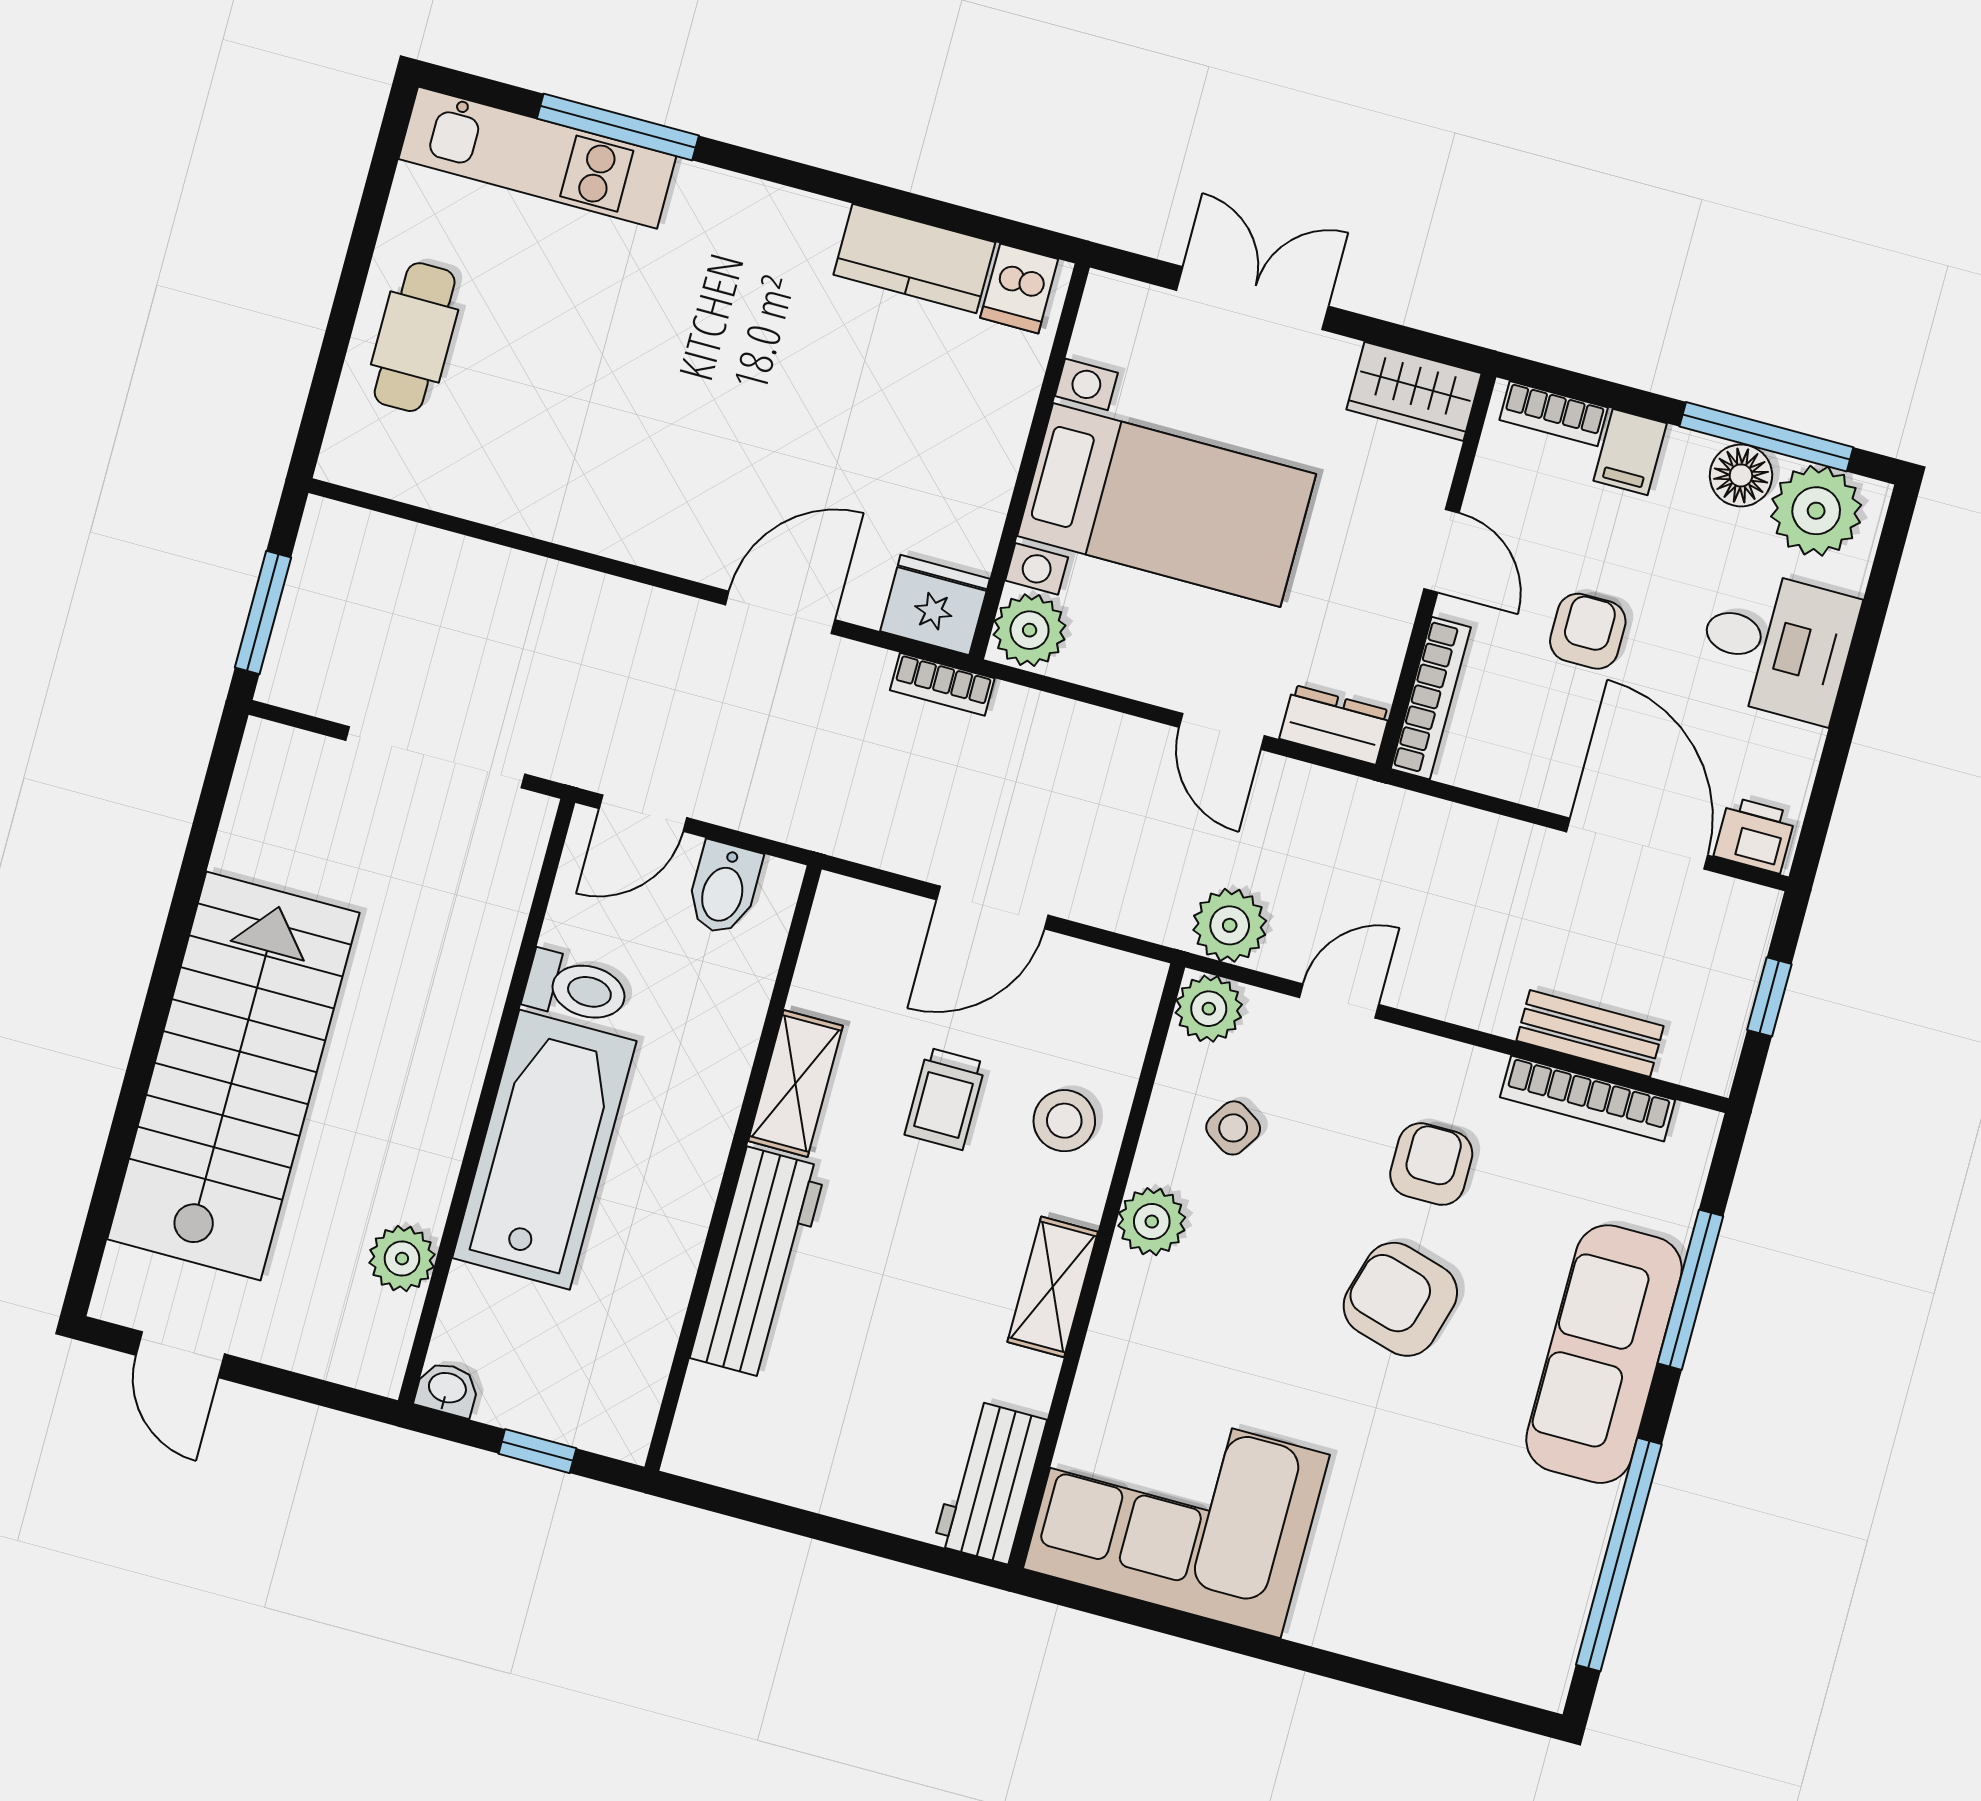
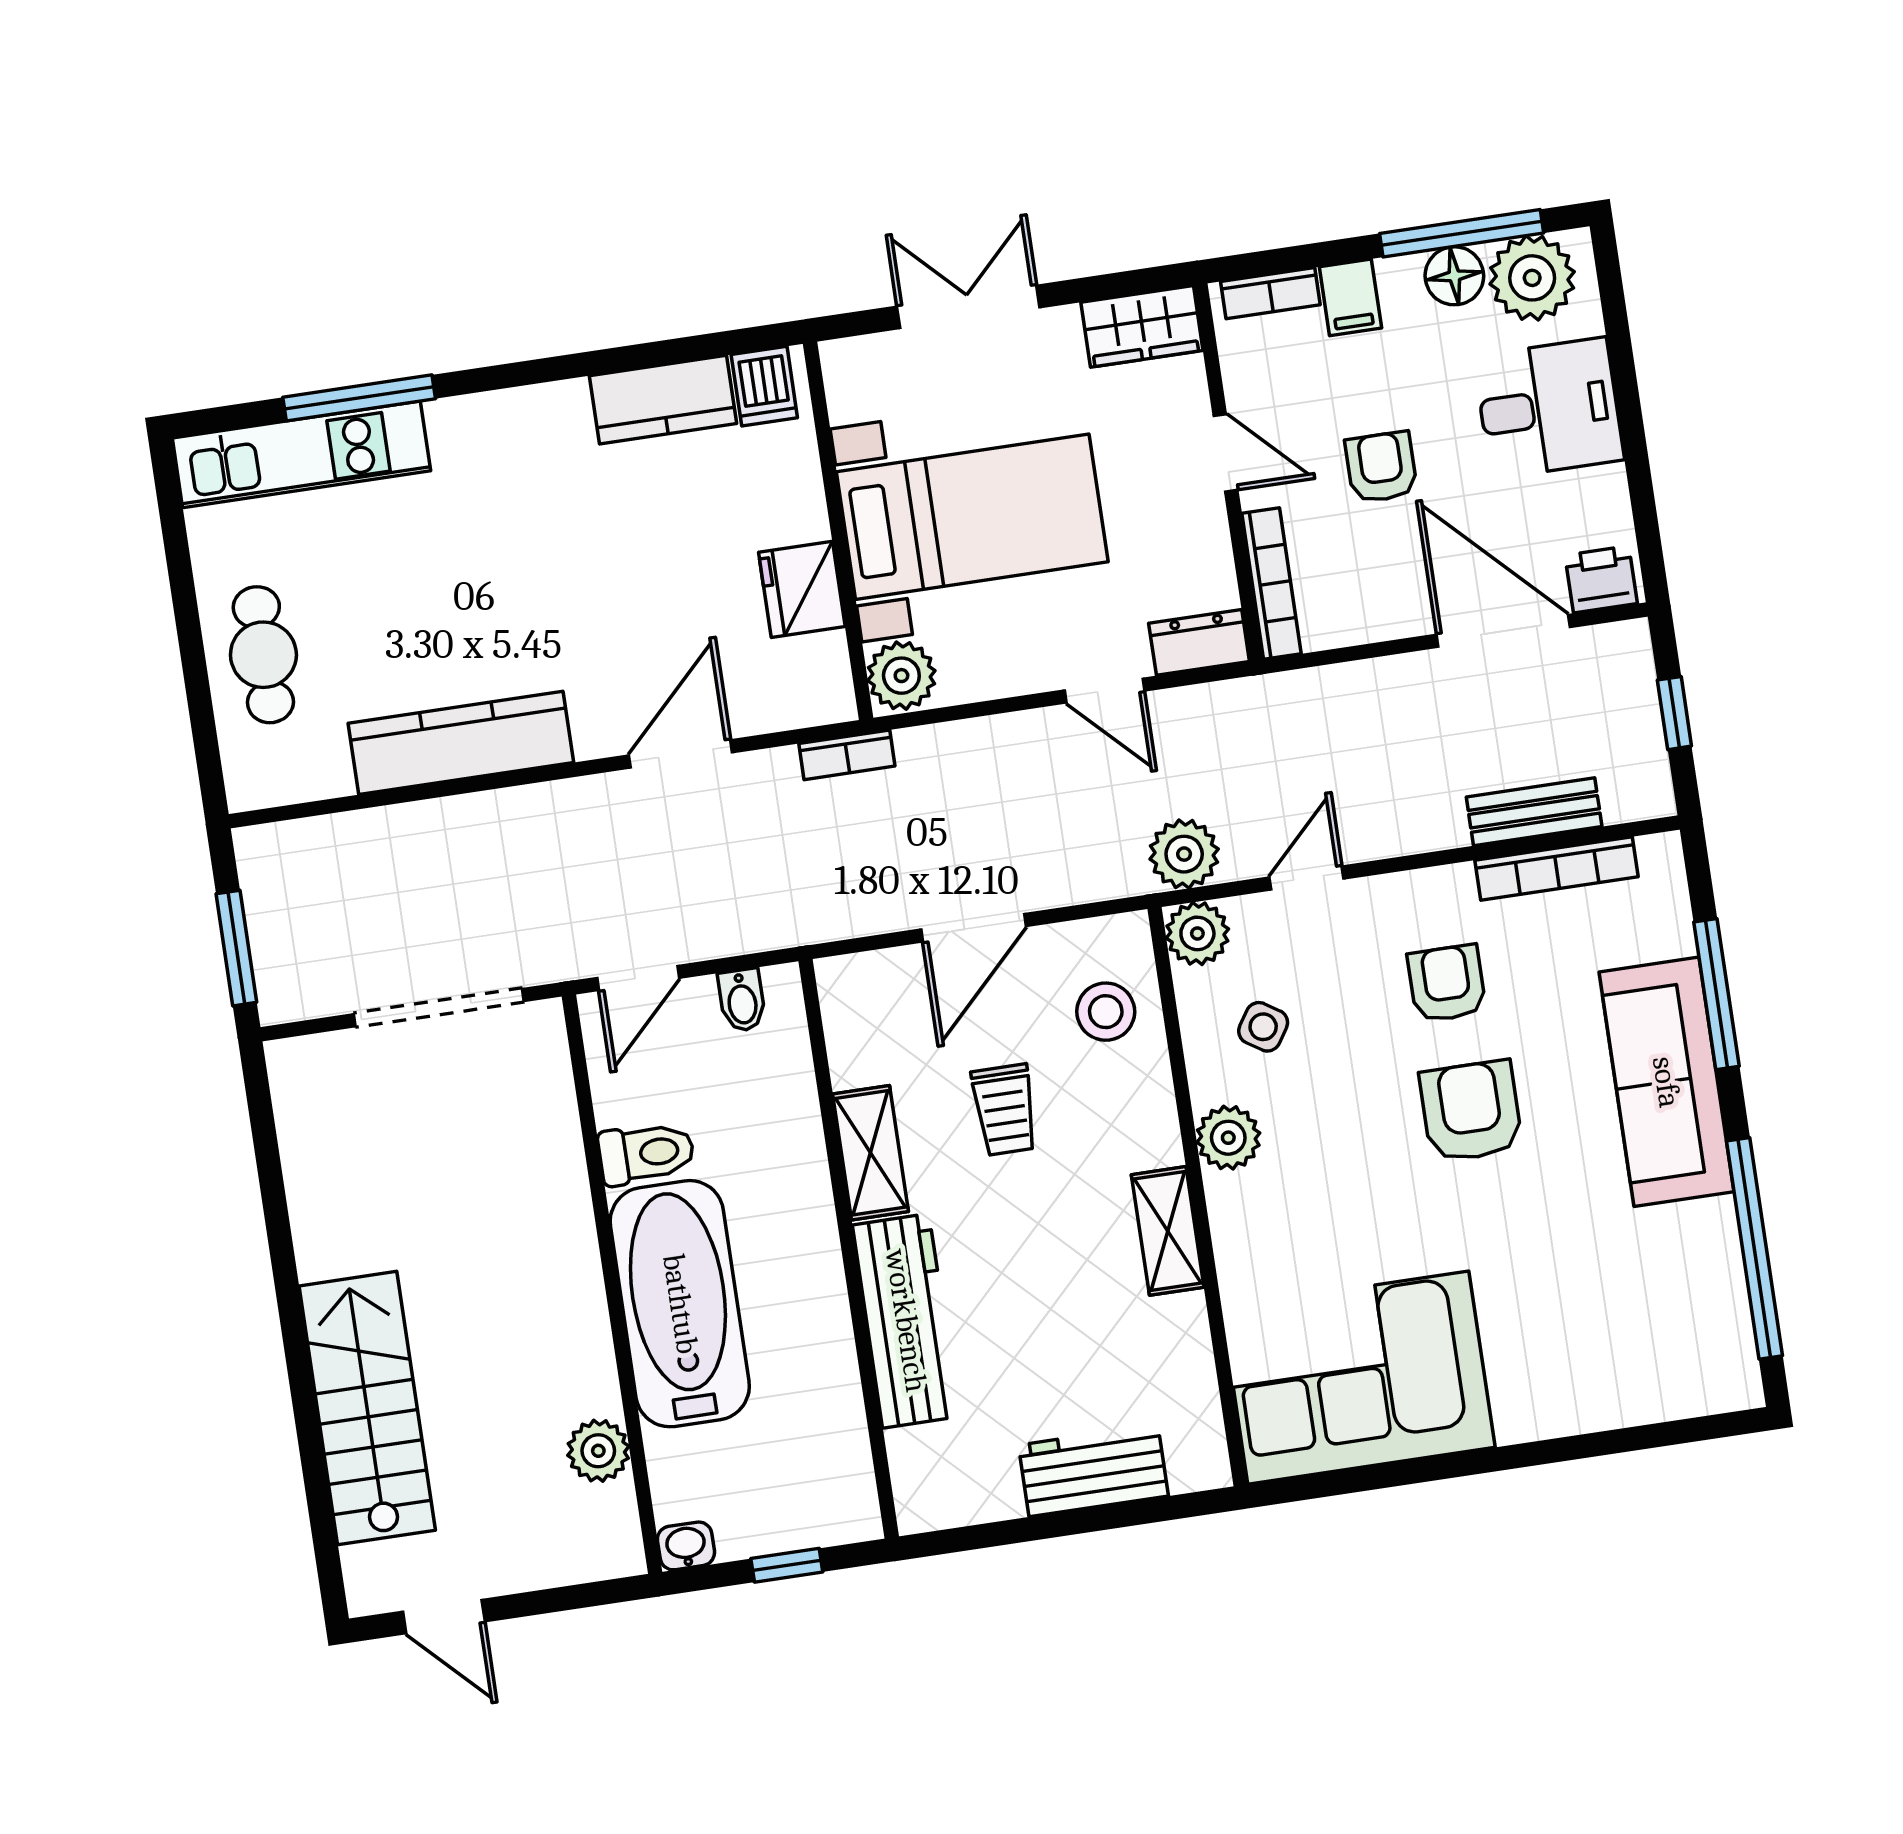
kitchen counter: (570, 508) -> (461, 743), added
fridge: (935, 605) -> (802, 589), moved, turned -90
bidet: (724, 888) -> (742, 1000), width x0.72, depth x0.74
stairs: (233, 1076) -> (367, 1408), width x0.73, depth x0.66
stool: (1064, 1121) -> (1106, 1012), moved
armchair: (1400, 1299) -> (1471, 1111), turned 74
workbench: (990, 1482) -> (1093, 1471), moved, turned 90

